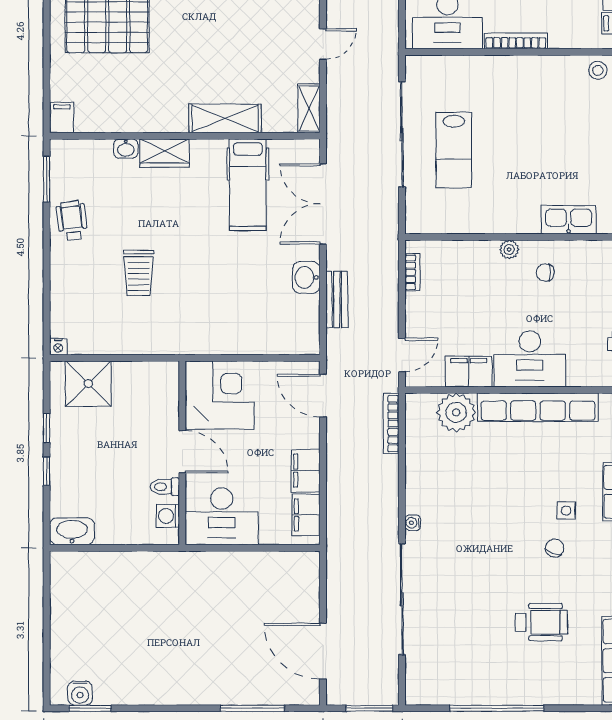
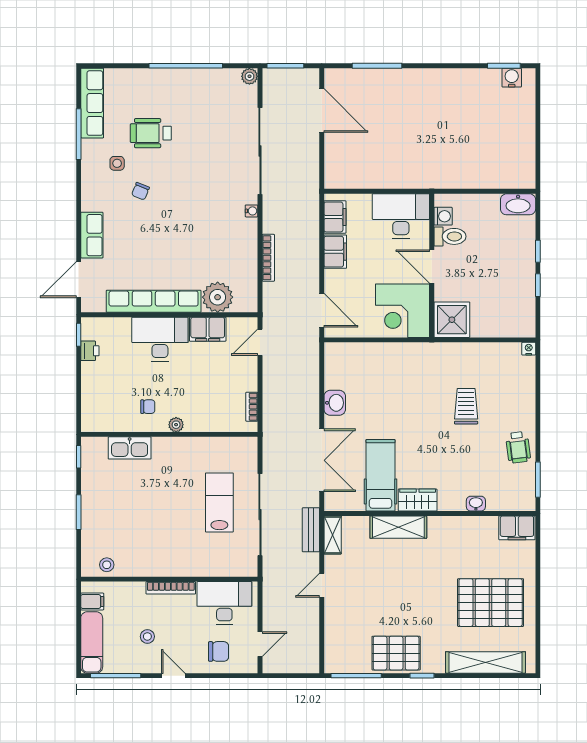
filing cabinet: (62, 118) -> (517, 528), width x2.00
wardrobe: (164, 153) -> (418, 500), moved
bench: (337, 299) -> (311, 530), moved
shower: (88, 384) -> (452, 320), moved
bookcase: (391, 424) -> (268, 258), moved
toilet: (165, 487) -> (450, 236), width x1.37, depth x1.39
side table: (566, 511) -> (117, 163), moved
plant: (415, 695) -> (249, 76), added

